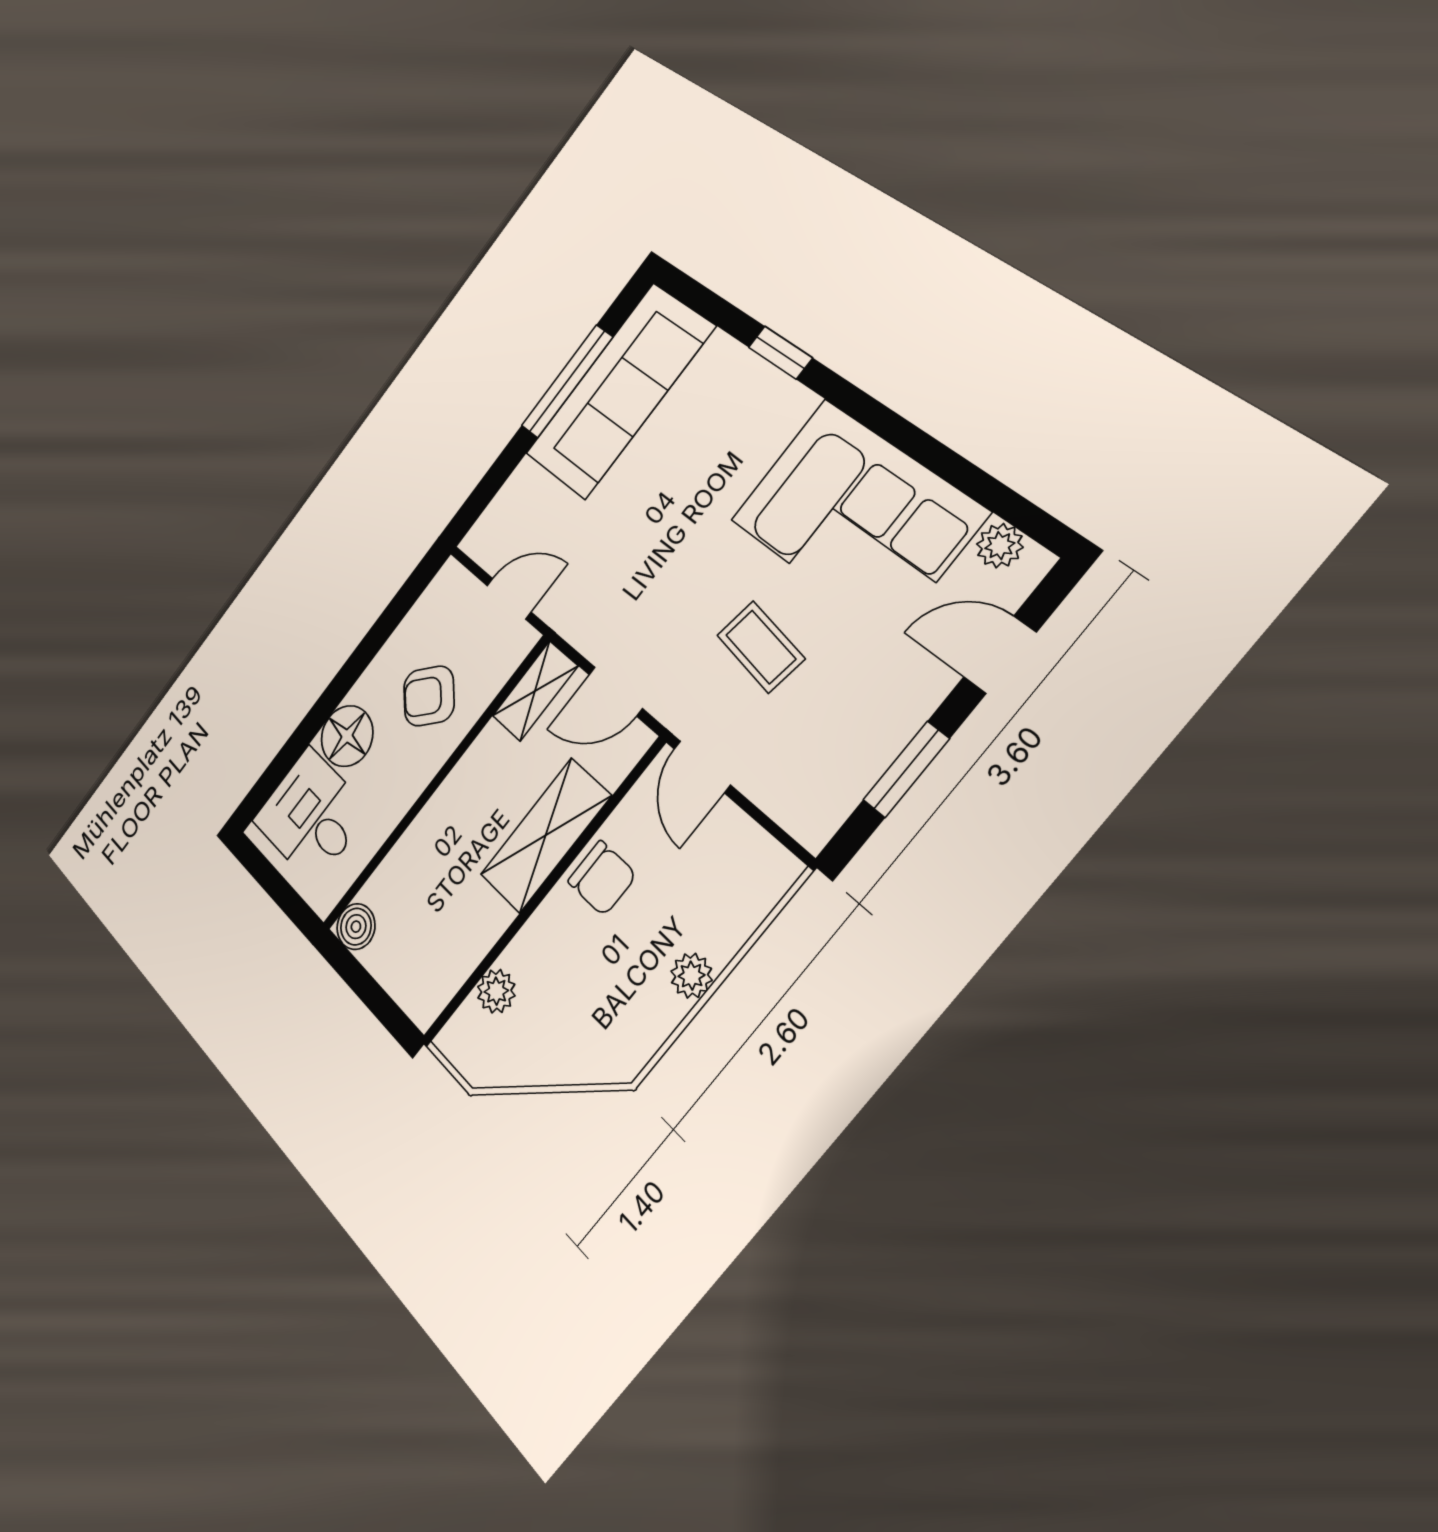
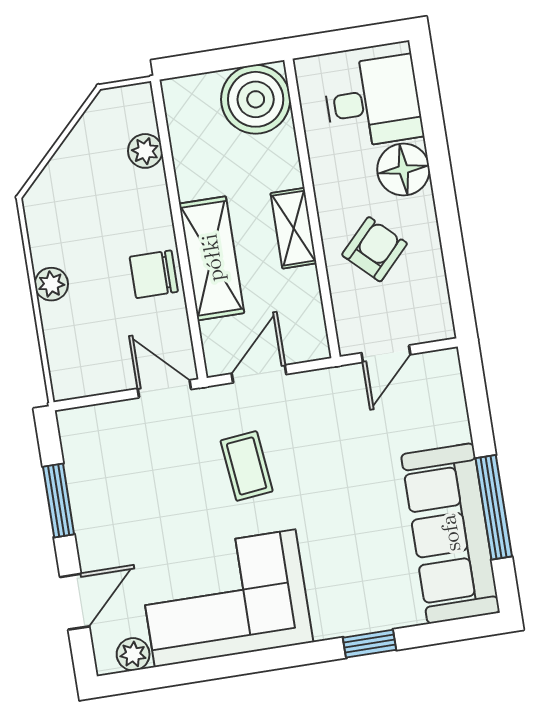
coffee table: (761, 647) -> (247, 466), moved, turned 75
shelving: (535, 691) -> (294, 228), moved
boiler: (356, 927) -> (256, 99), width x1.86, depth x1.86

